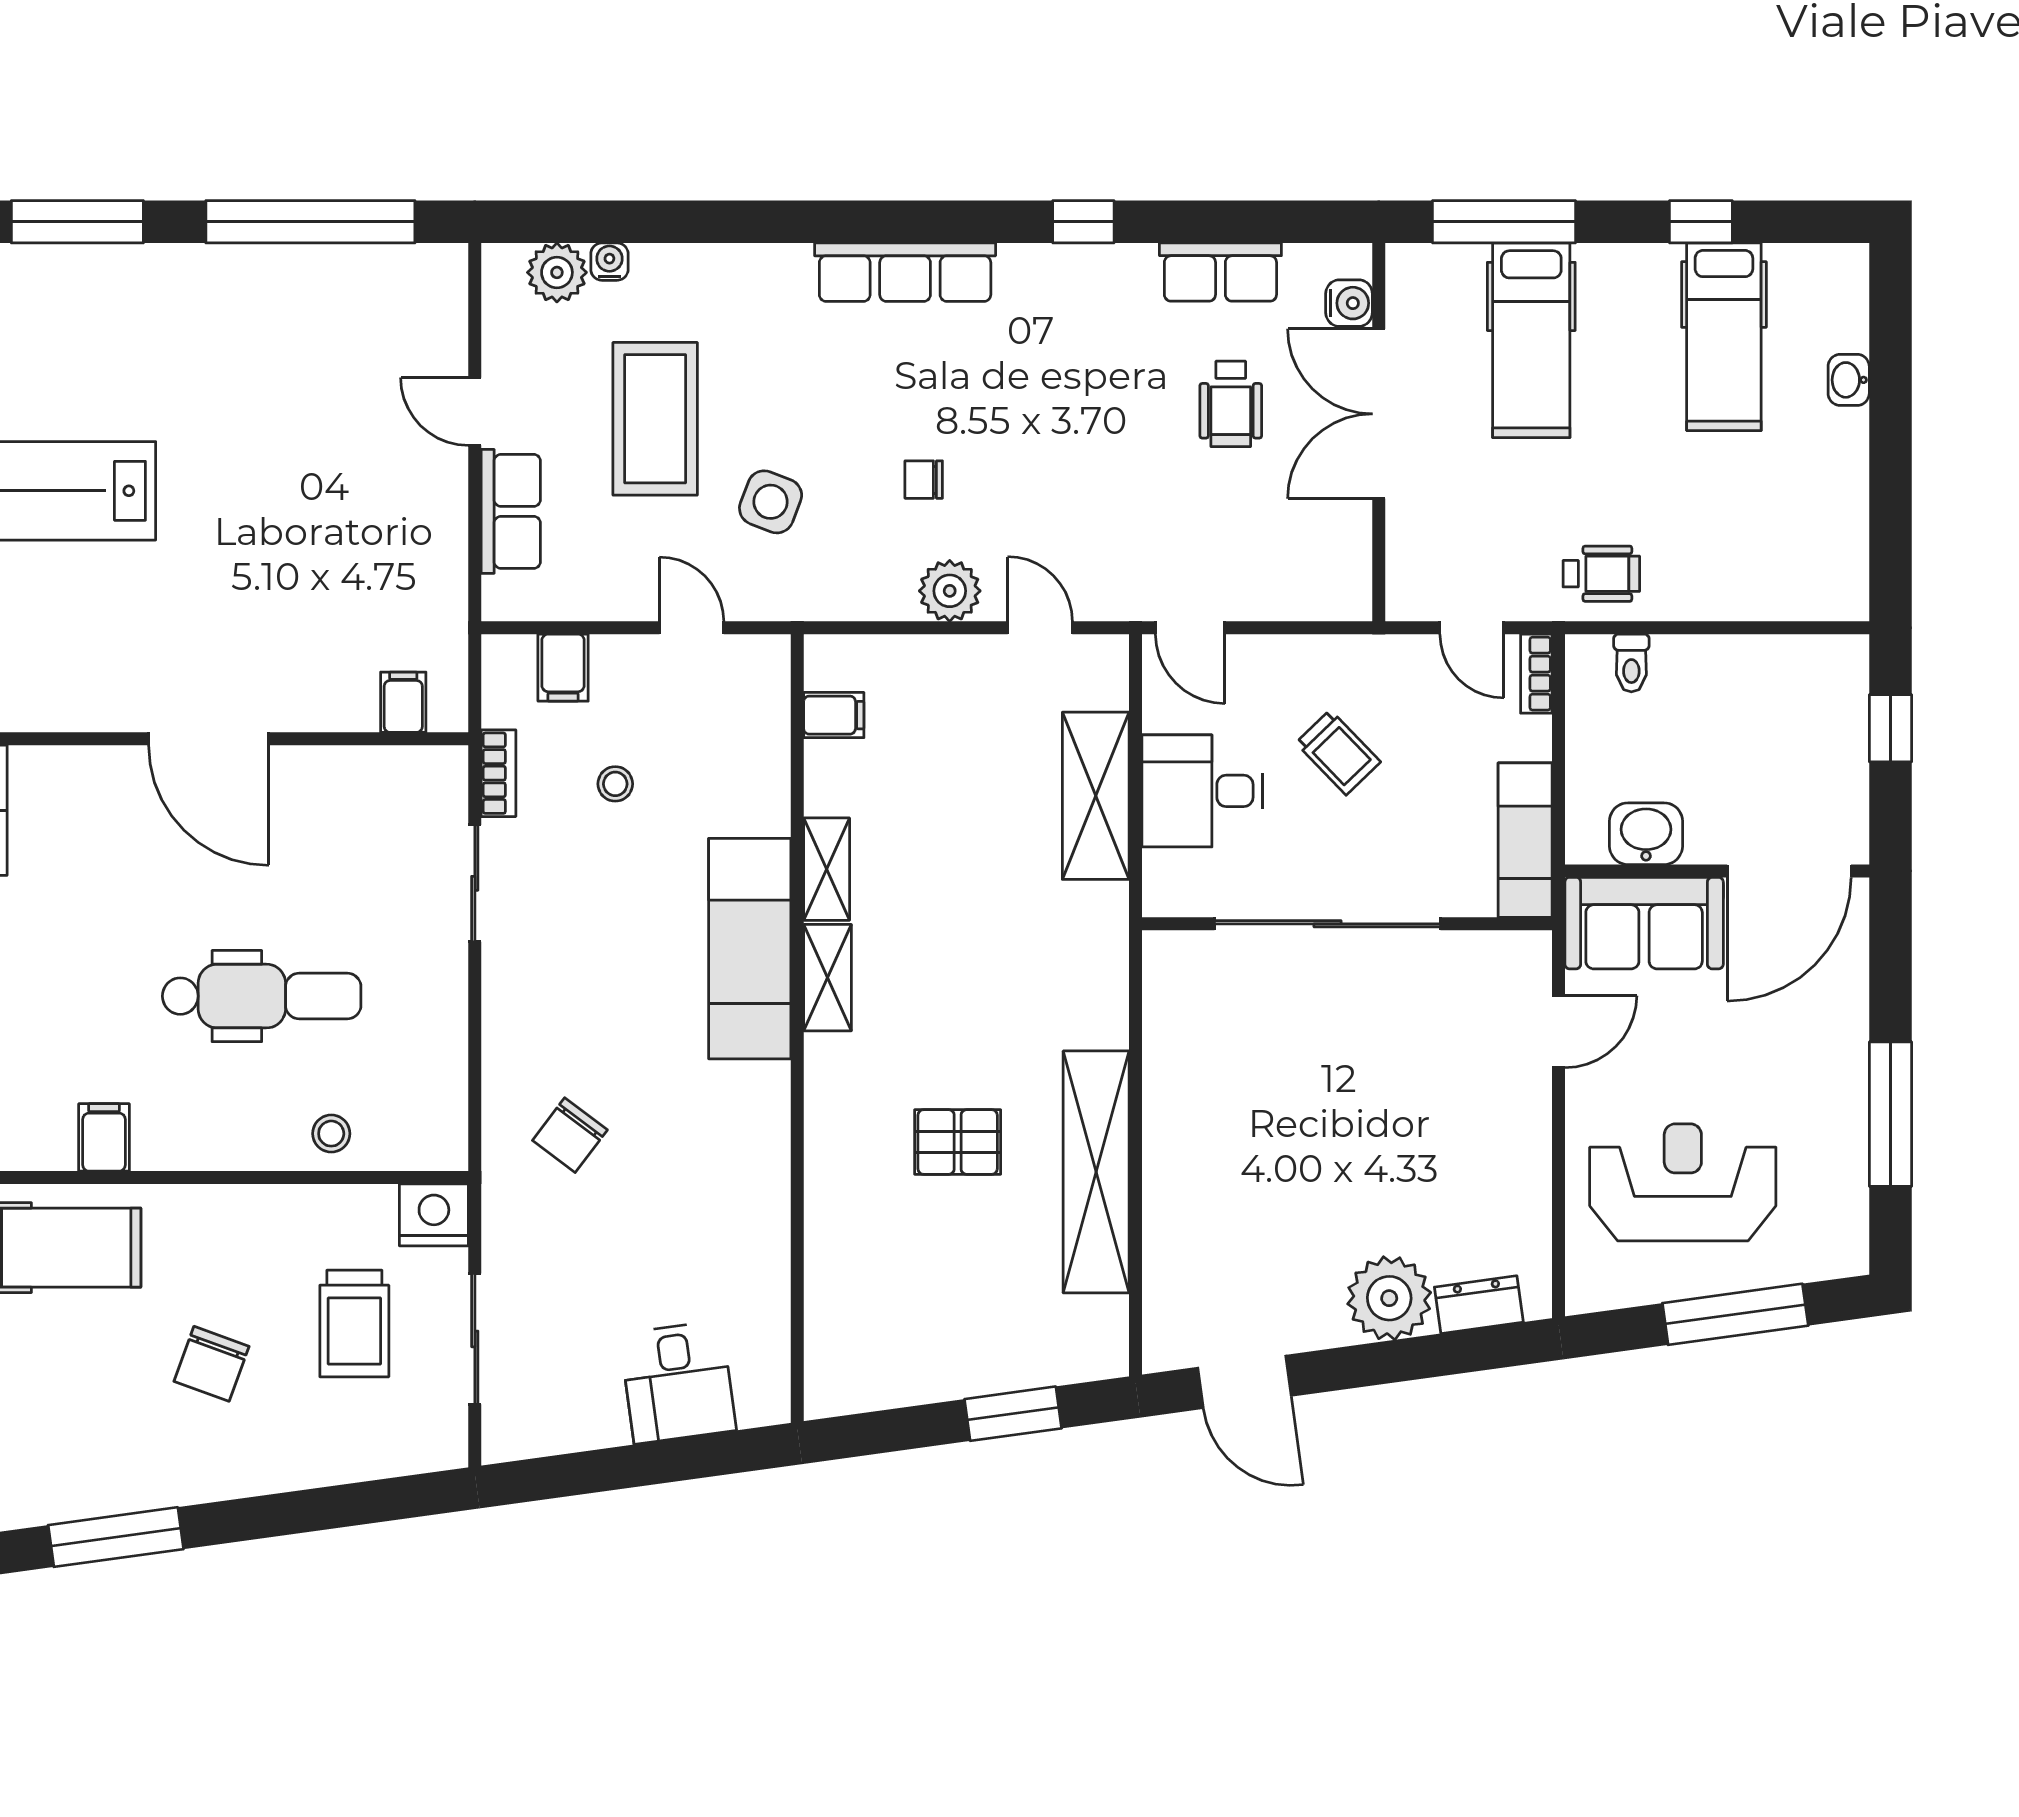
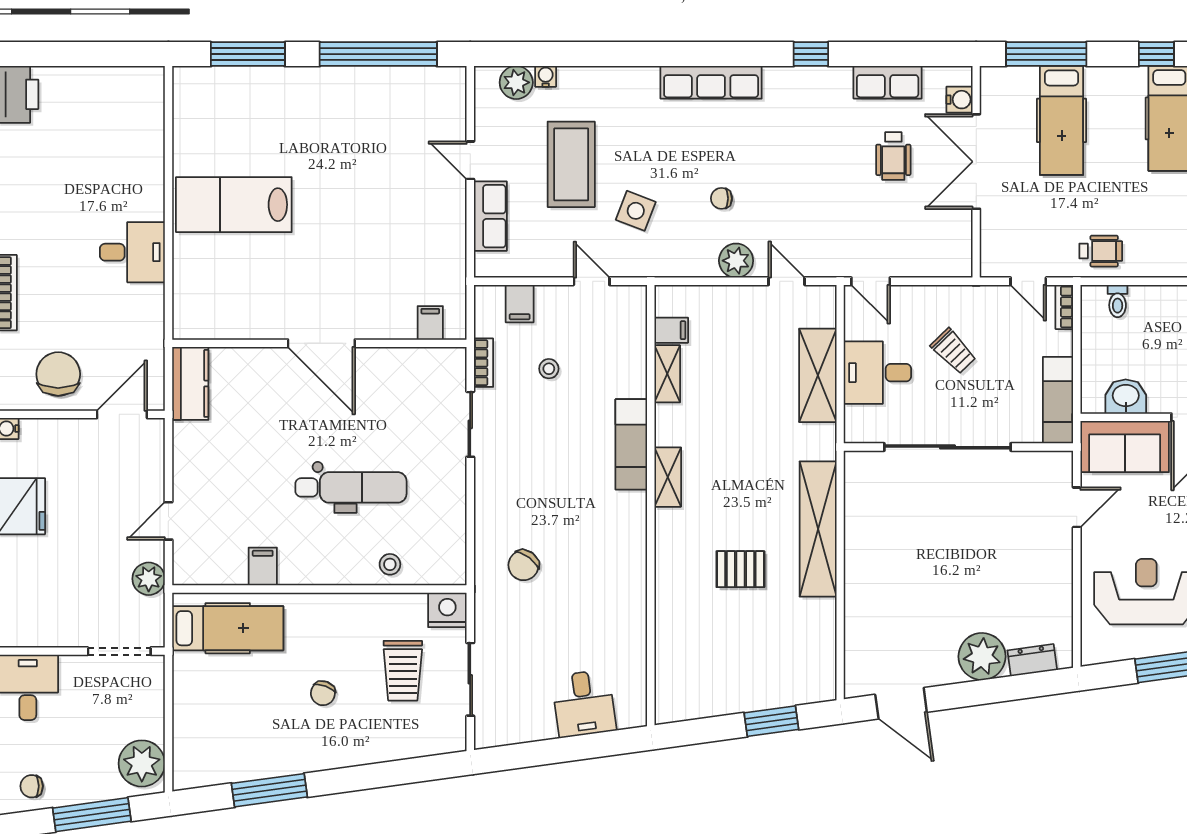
shelving: (827, 869) -> (667, 374), moved
exam couch: (750, 949) -> (631, 444), width x0.73, depth x0.69
shelving: (1096, 1172) -> (818, 529), moved
chair: (212, 1364) -> (323, 693), width x0.73, depth x0.73

